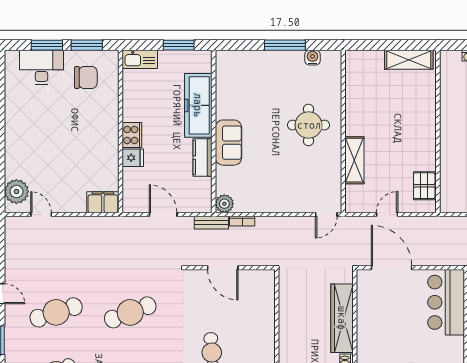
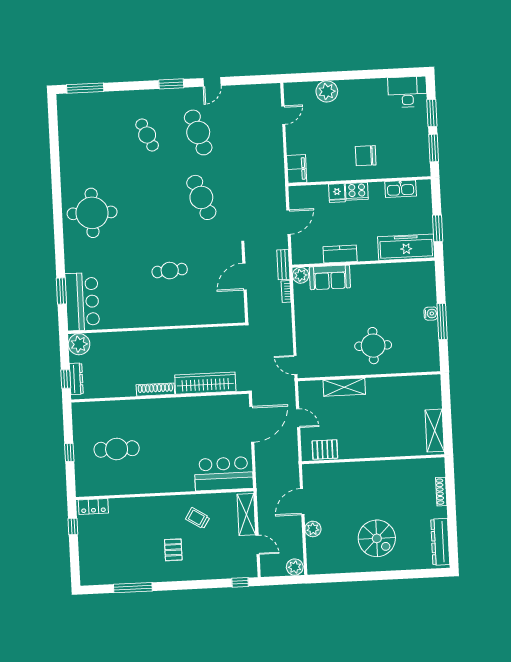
water cooler: (313, 58) -> (431, 314), moved
kitchen sink: (140, 59) -> (401, 189), moved, turned -90
desk: (42, 67) -> (407, 92), moved, turned -90
chair: (86, 77) -> (366, 156), moved, turned 90
freezer: (198, 105) -> (406, 247), moved
sofa: (228, 143) -> (330, 277), moved
plant: (16, 192) -> (327, 91), moved

